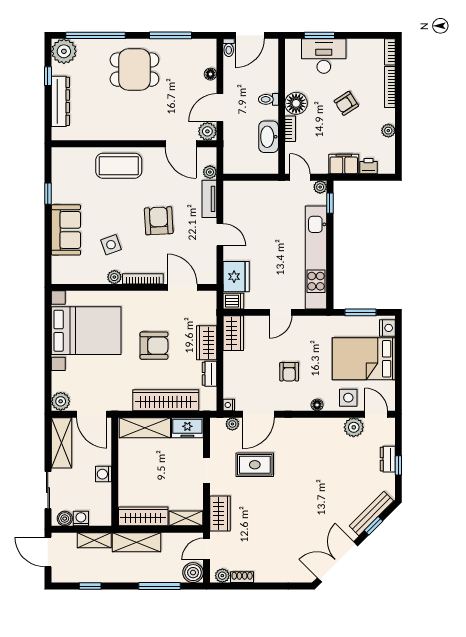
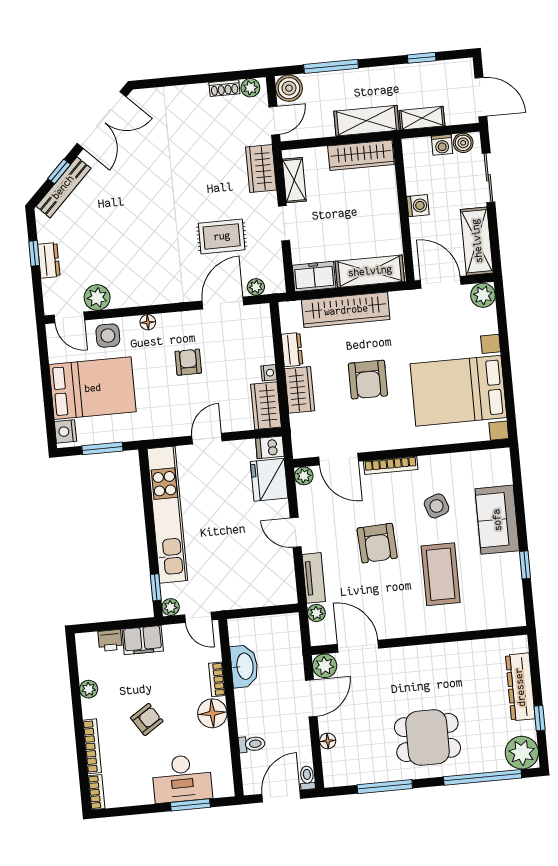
toilet: (268, 99) -> (252, 744), moved
coffee table: (119, 166) -> (441, 574), moved, turned 90
plant: (114, 277) -> (304, 476), moved
armchair: (154, 346) -> (368, 380), turned -90
nightstand: (229, 405) -> (269, 373), moved
shelving: (186, 518) -> (294, 180), moved, turned 90

